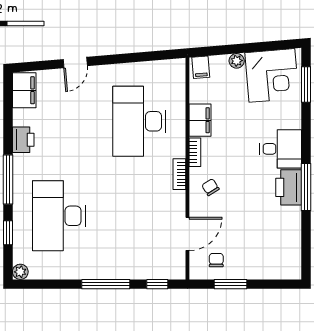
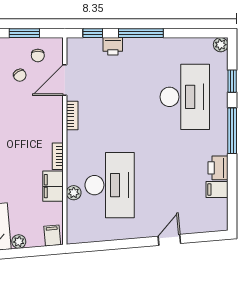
filing cabinet: (24, 90) -> (217, 189), moved, width x0.50
plant: (178, 113) -> (74, 193), added
bookcase: (179, 174) -> (72, 115), moved
chair: (210, 187) -> (20, 75), moved
printer: (136, 270) -> (113, 46), added

